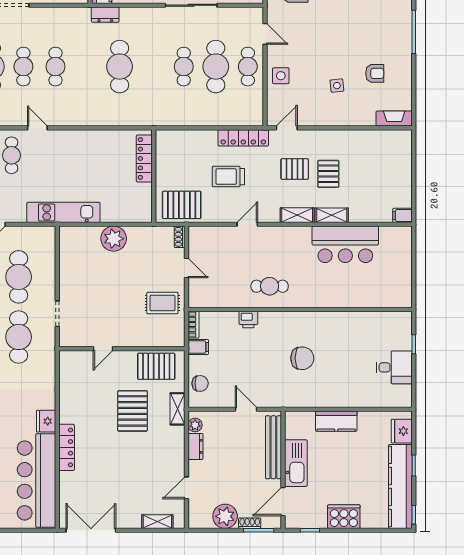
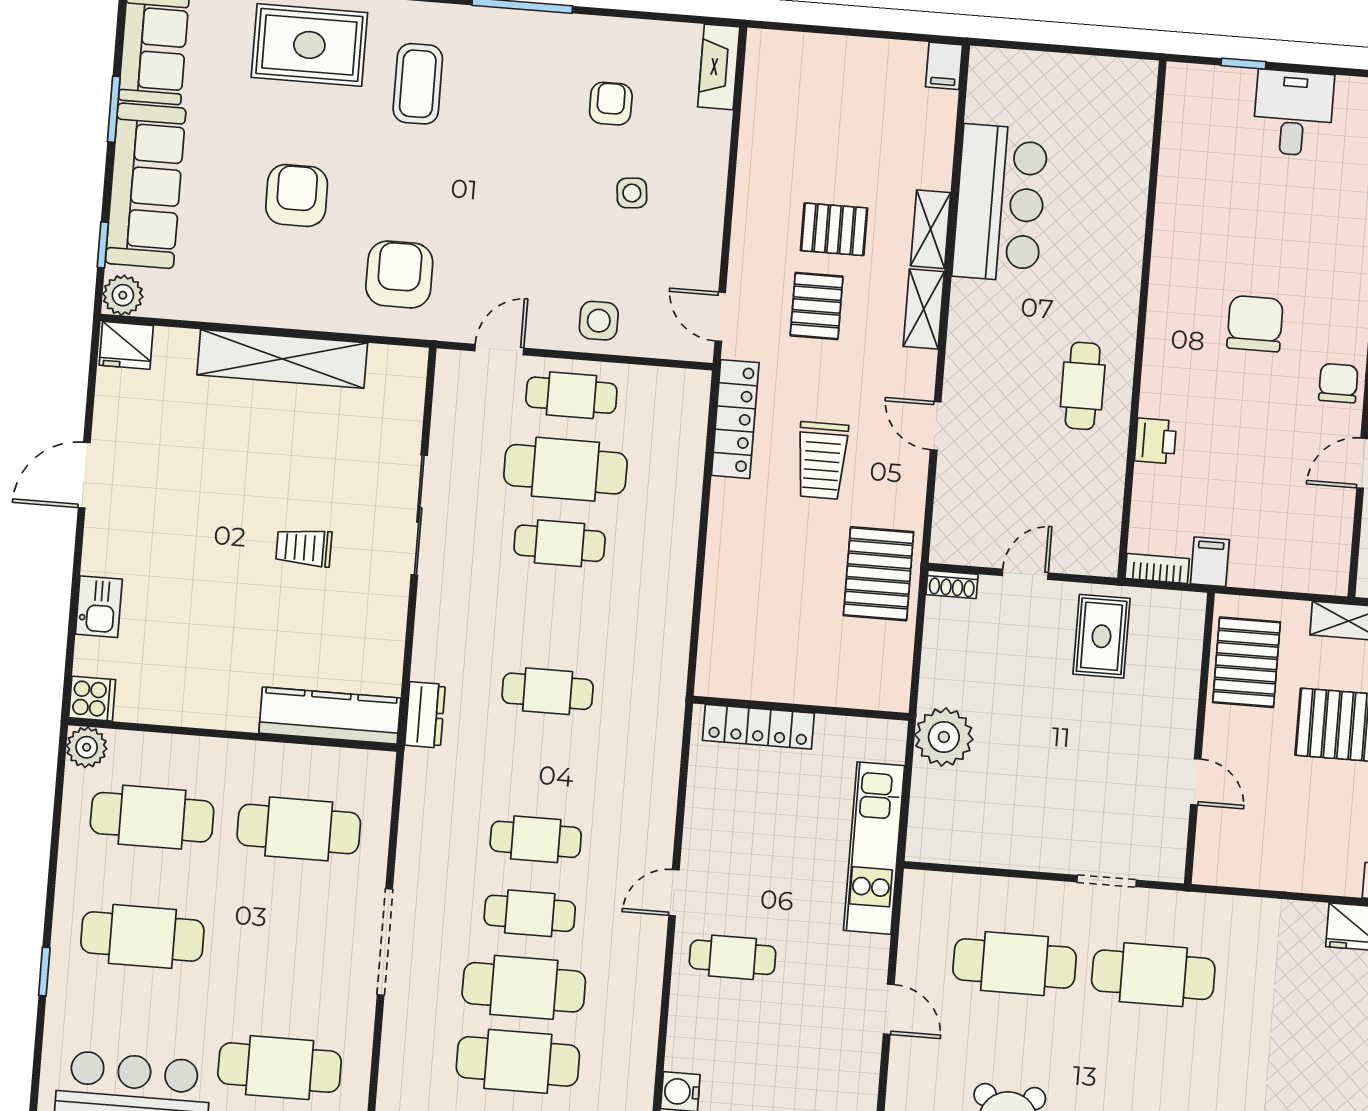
cafe table: (120, 67) -> (548, 691), width x0.73, depth x0.74
locker: (144, 158) -> (758, 727), moved
wall: (154, 176) -> (801, 708), moved
chair: (200, 383) -> (1338, 383), moved

